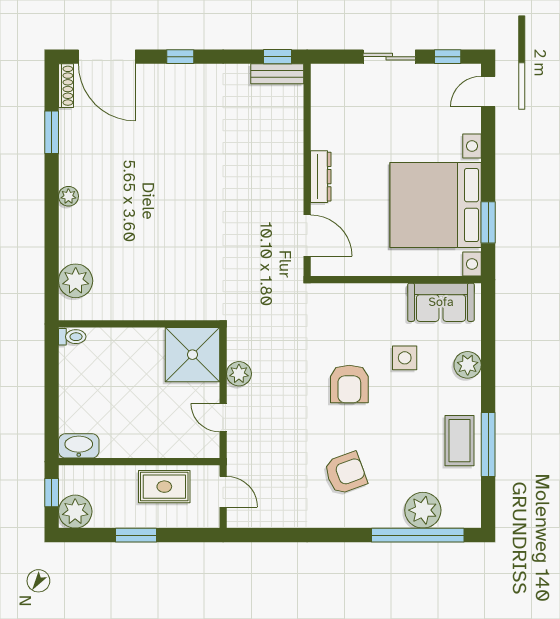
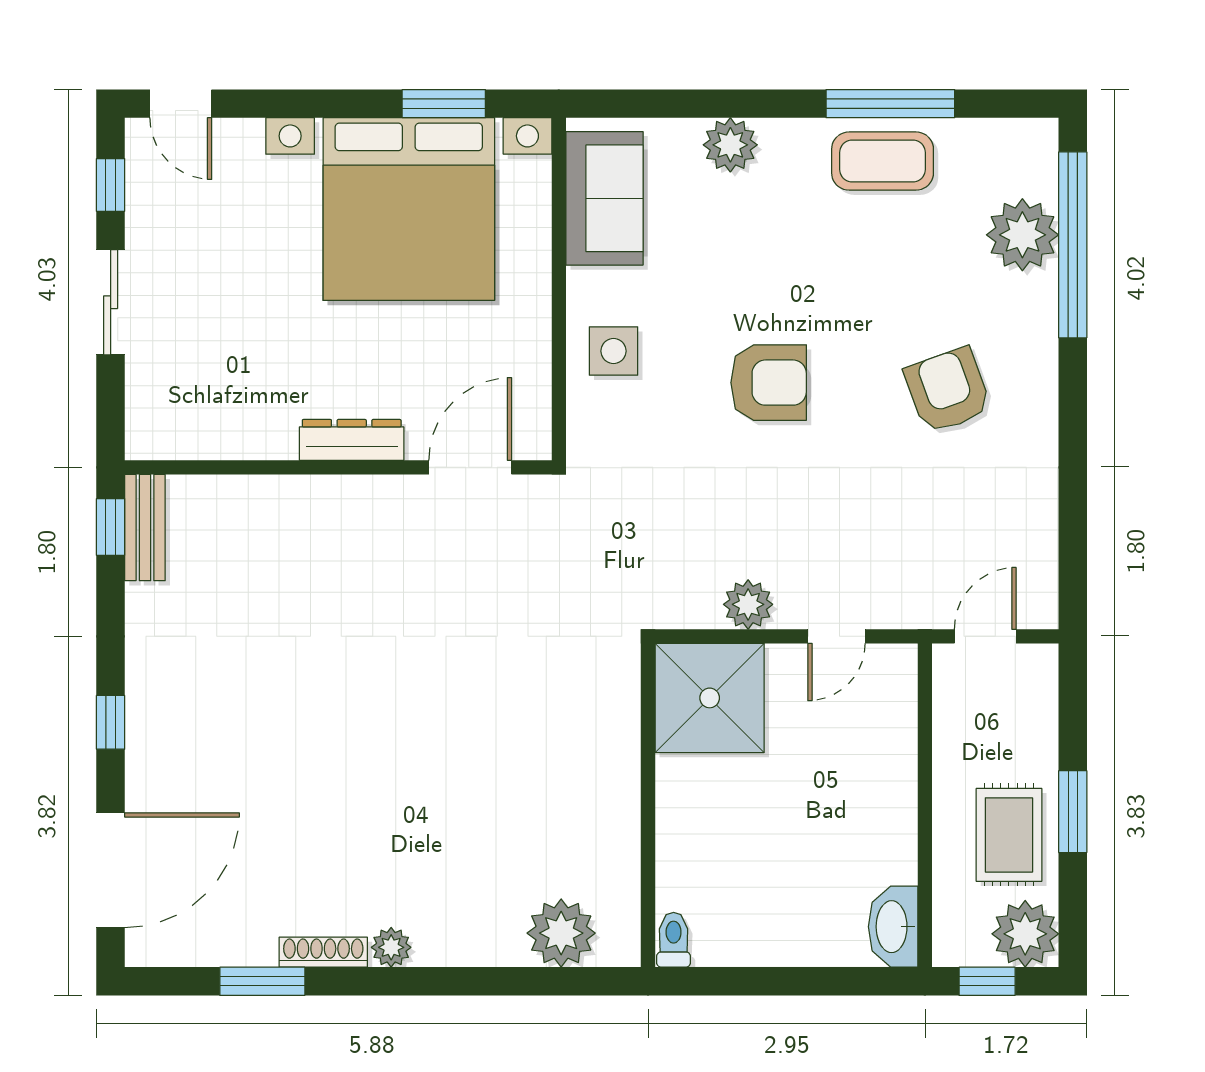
shoe rack: (66, 86) -> (323, 952), moved
side table: (405, 358) -> (613, 351), moved
rug: (164, 487) -> (1009, 835), moved

